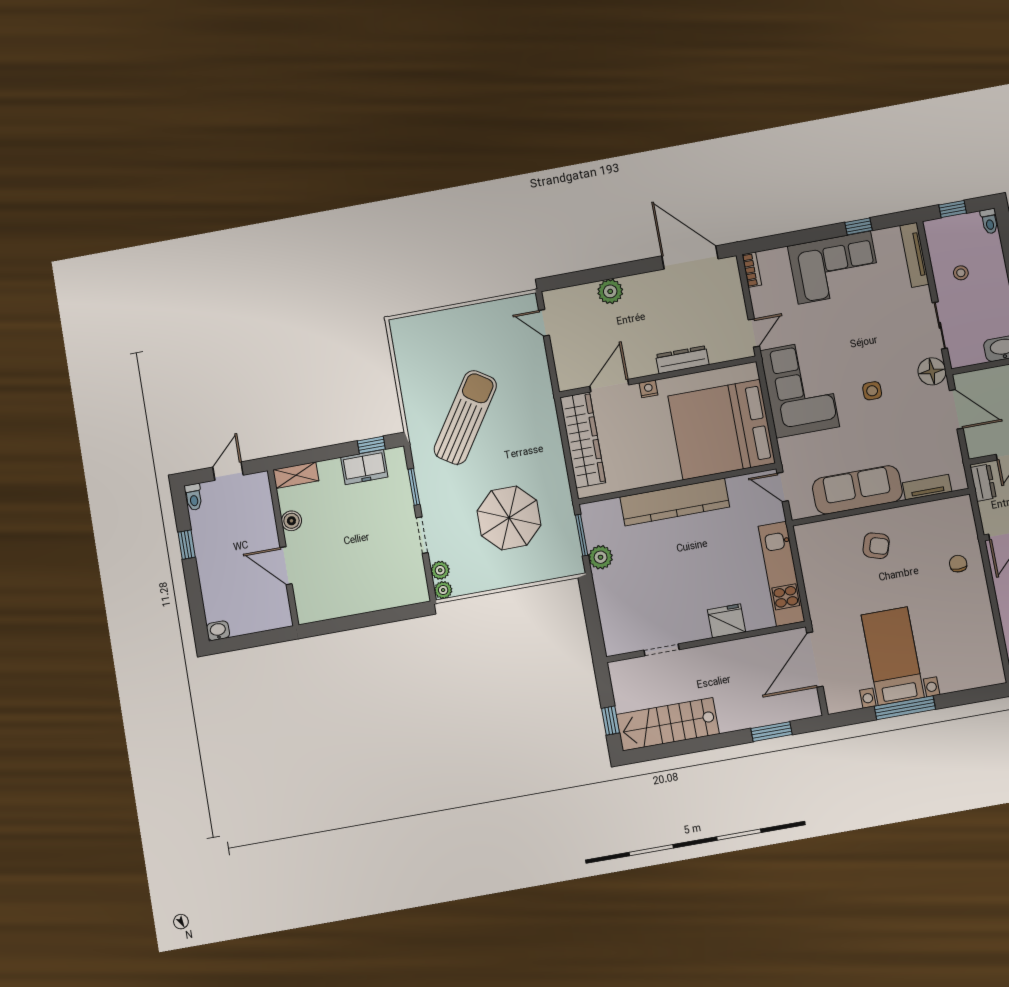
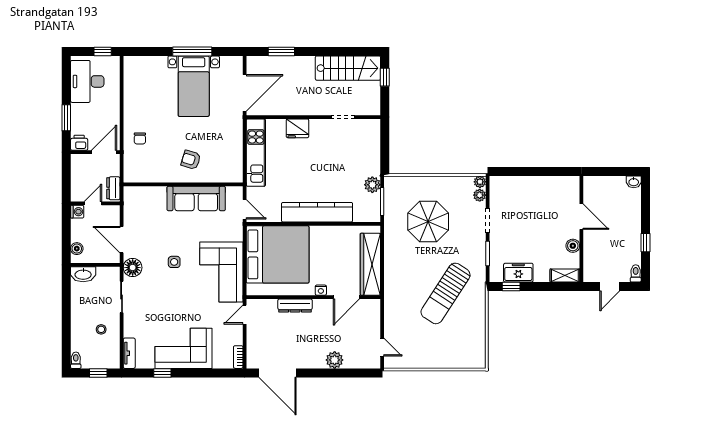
tv unit: (914, 255) -> (129, 353), width x0.71
tv unit: (927, 487) -> (150, 192), removed

